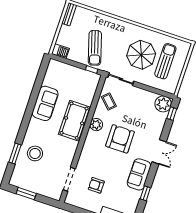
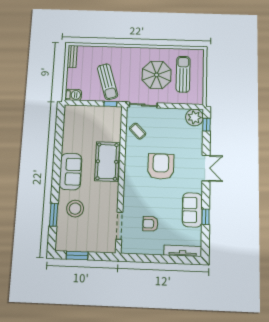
sofa: (45, 103) -> (71, 172), moved
plant: (96, 125) -> (131, 159), removed
sofa: (139, 174) -> (192, 210), moved

